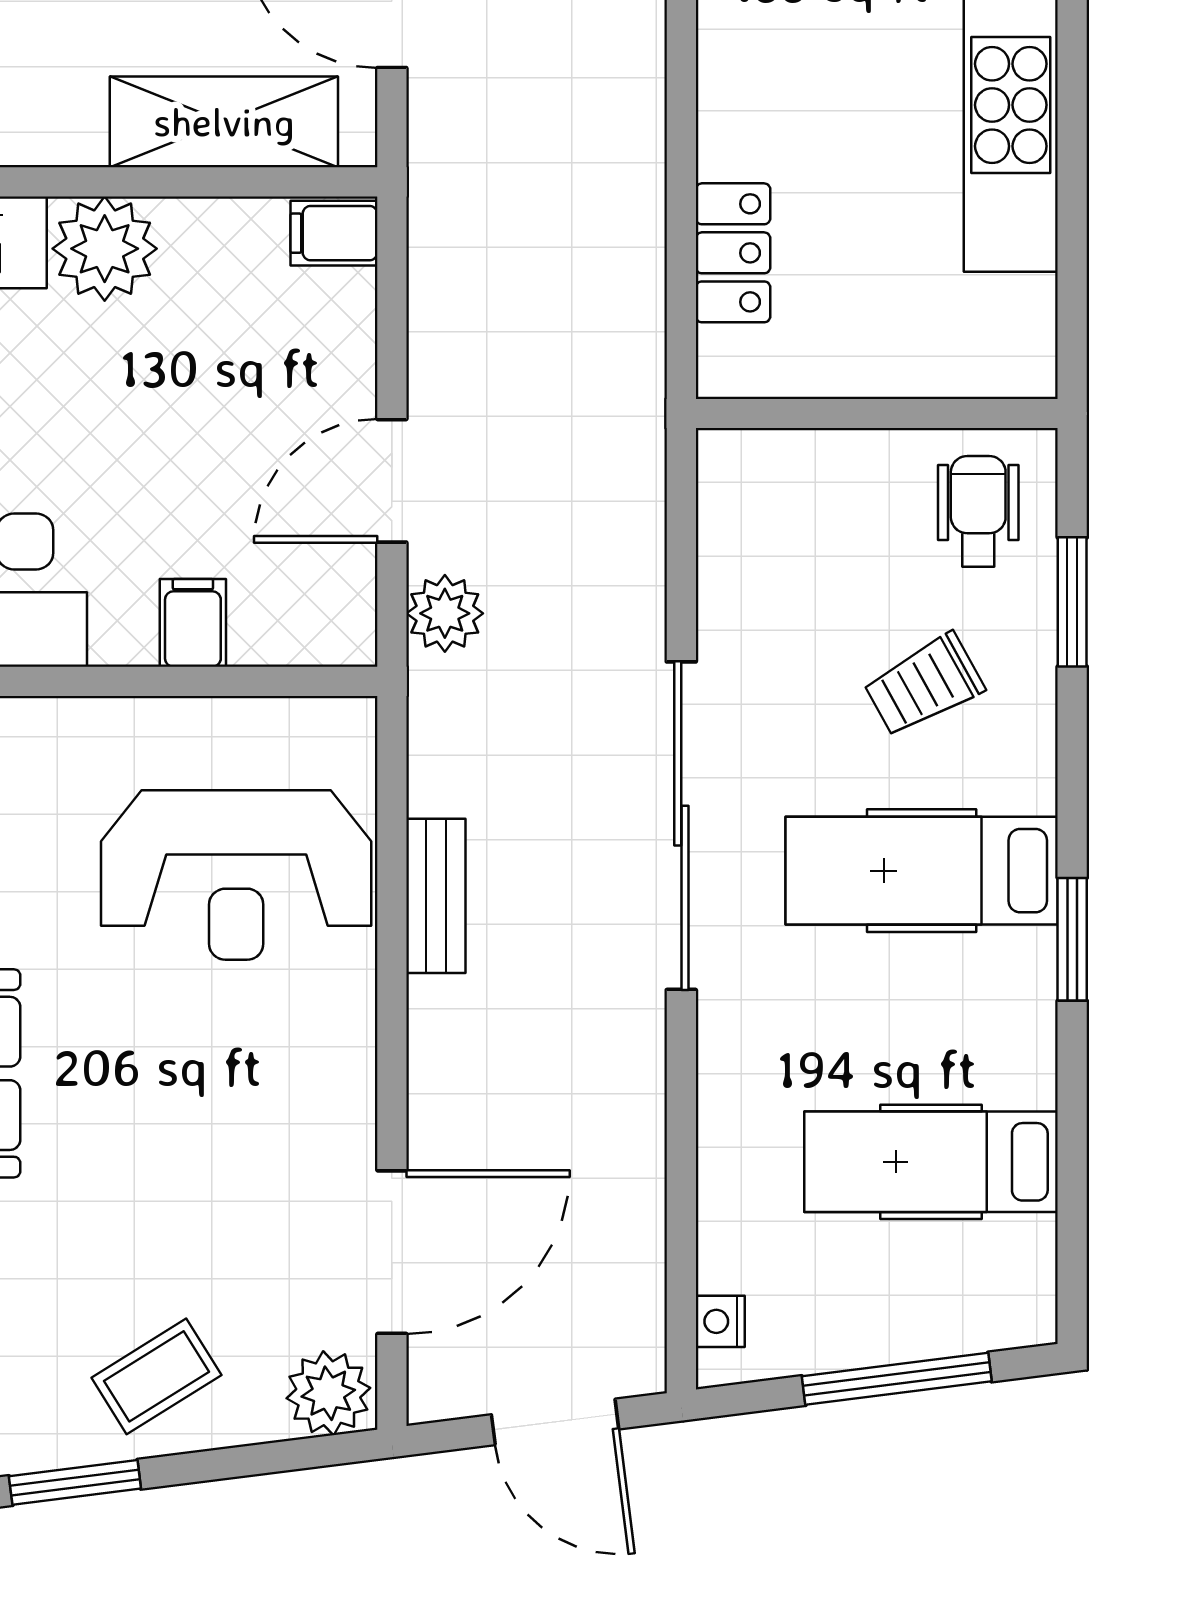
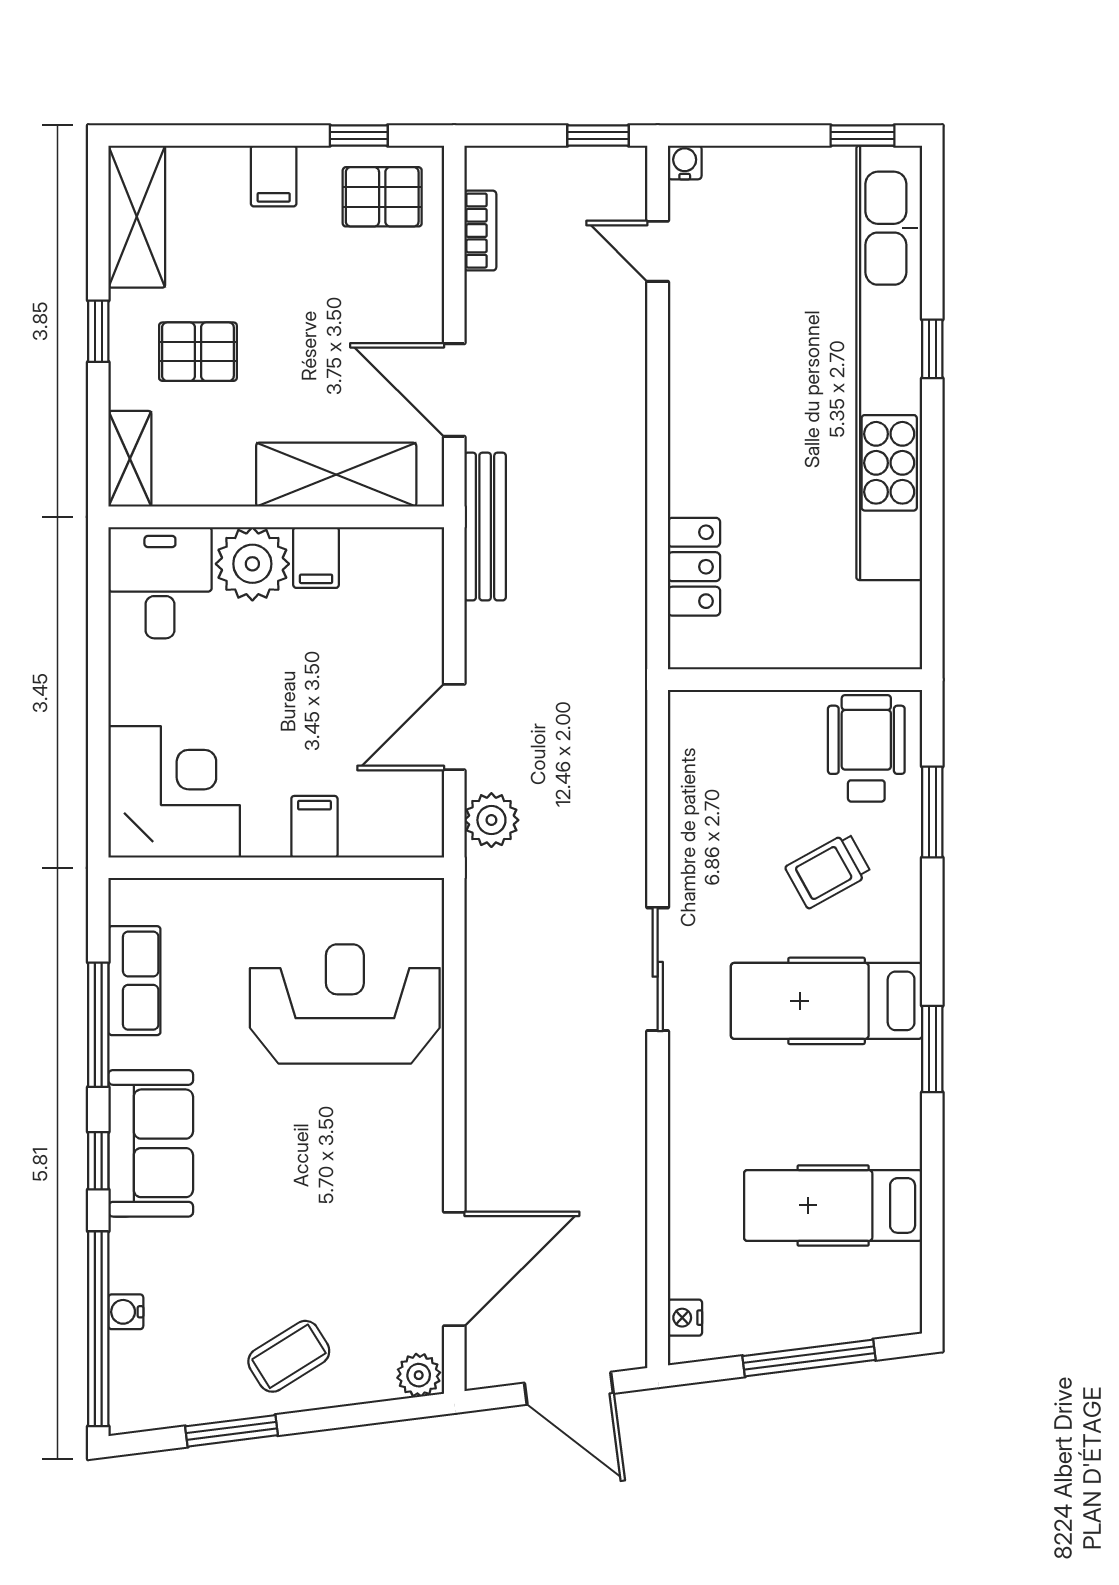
filing cabinet: (334, 233) -> (316, 558), moved, turned -90
wheelchair: (978, 511) -> (866, 748), width x1.36, depth x1.37
sliding door: (681, 826) -> (658, 969), width x0.54
reception desk: (236, 875) -> (345, 1004), turned 180
bench: (436, 896) -> (485, 527), moved, width x1.36
plant: (328, 1393) -> (419, 1375), width x0.73, depth x0.73

